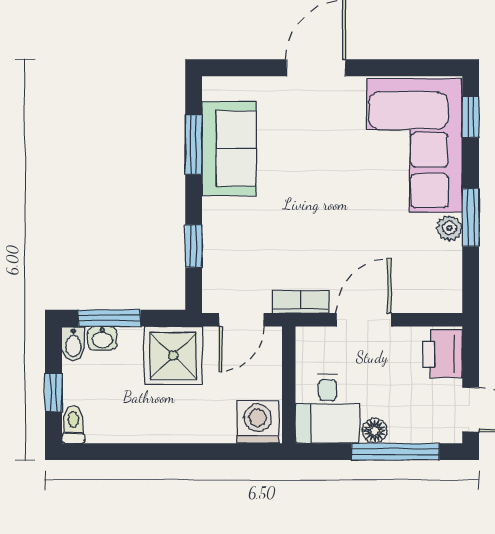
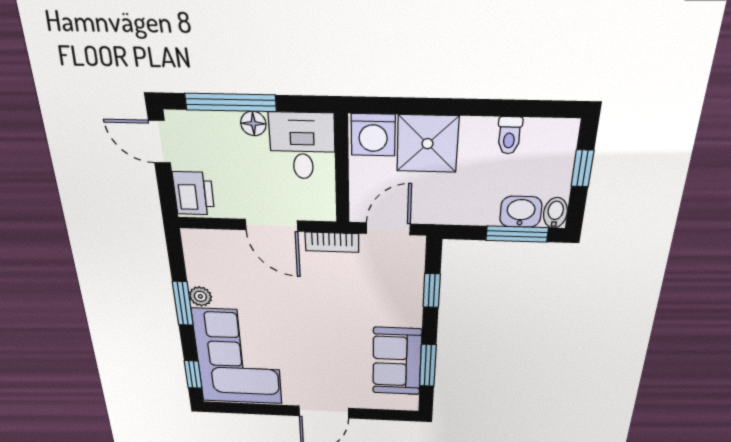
door: (364, 320) -> (272, 225), hinge flipped
washbasin: (102, 338) -> (521, 212), width x1.38, depth x1.45
shower: (173, 355) -> (427, 144), moved
toilet: (73, 425) -> (509, 135), moved

